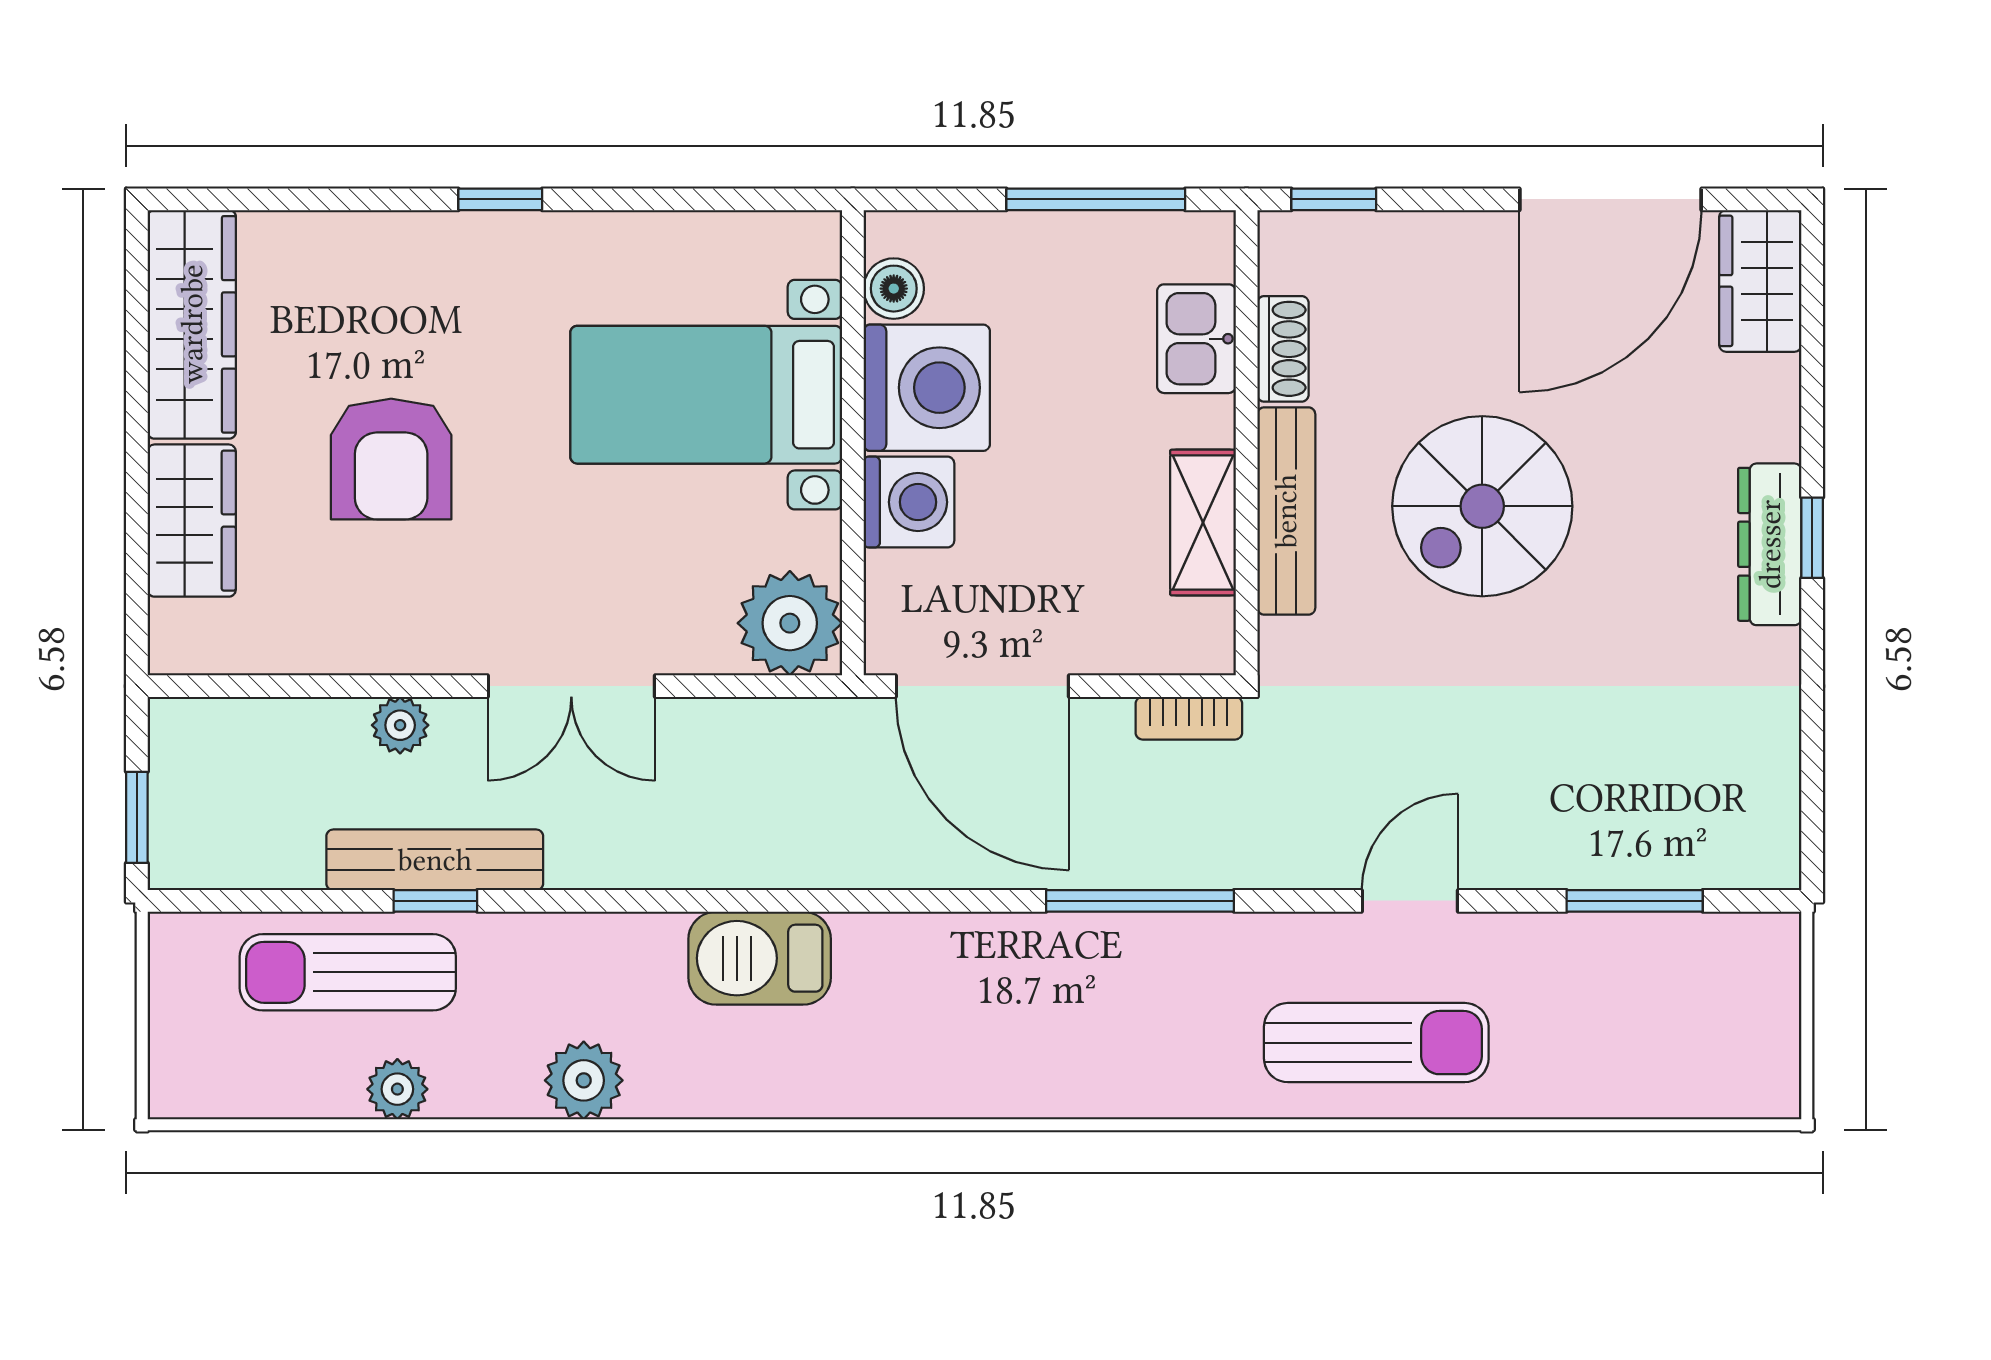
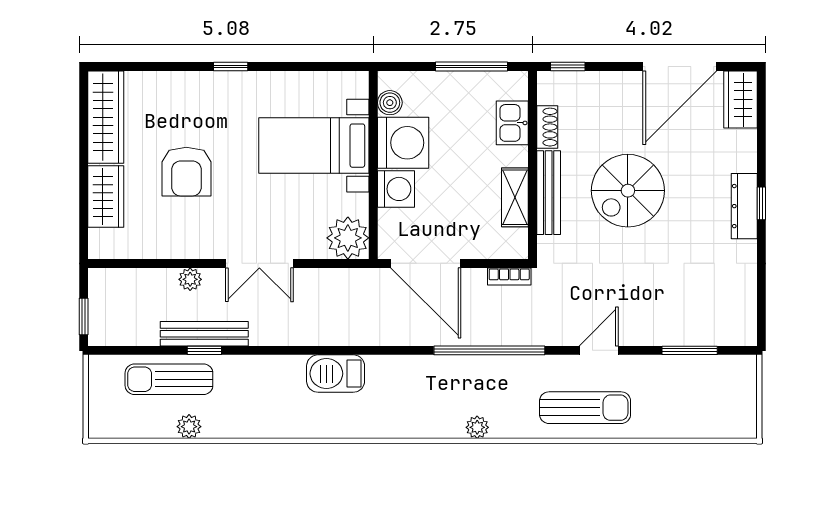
window: (1140, 901) -> (489, 350), width x1.46
plant: (584, 1080) -> (477, 427), moved, width x0.73, depth x0.73

